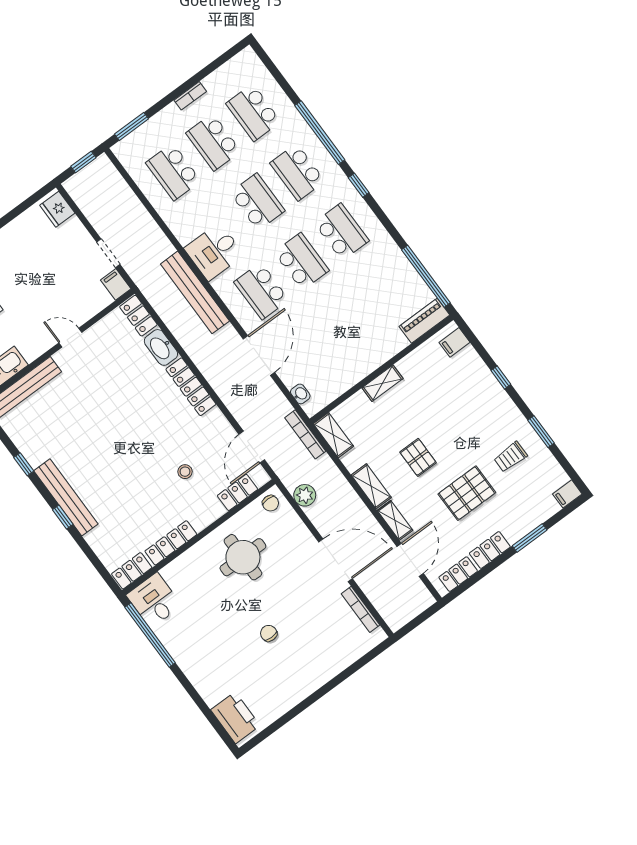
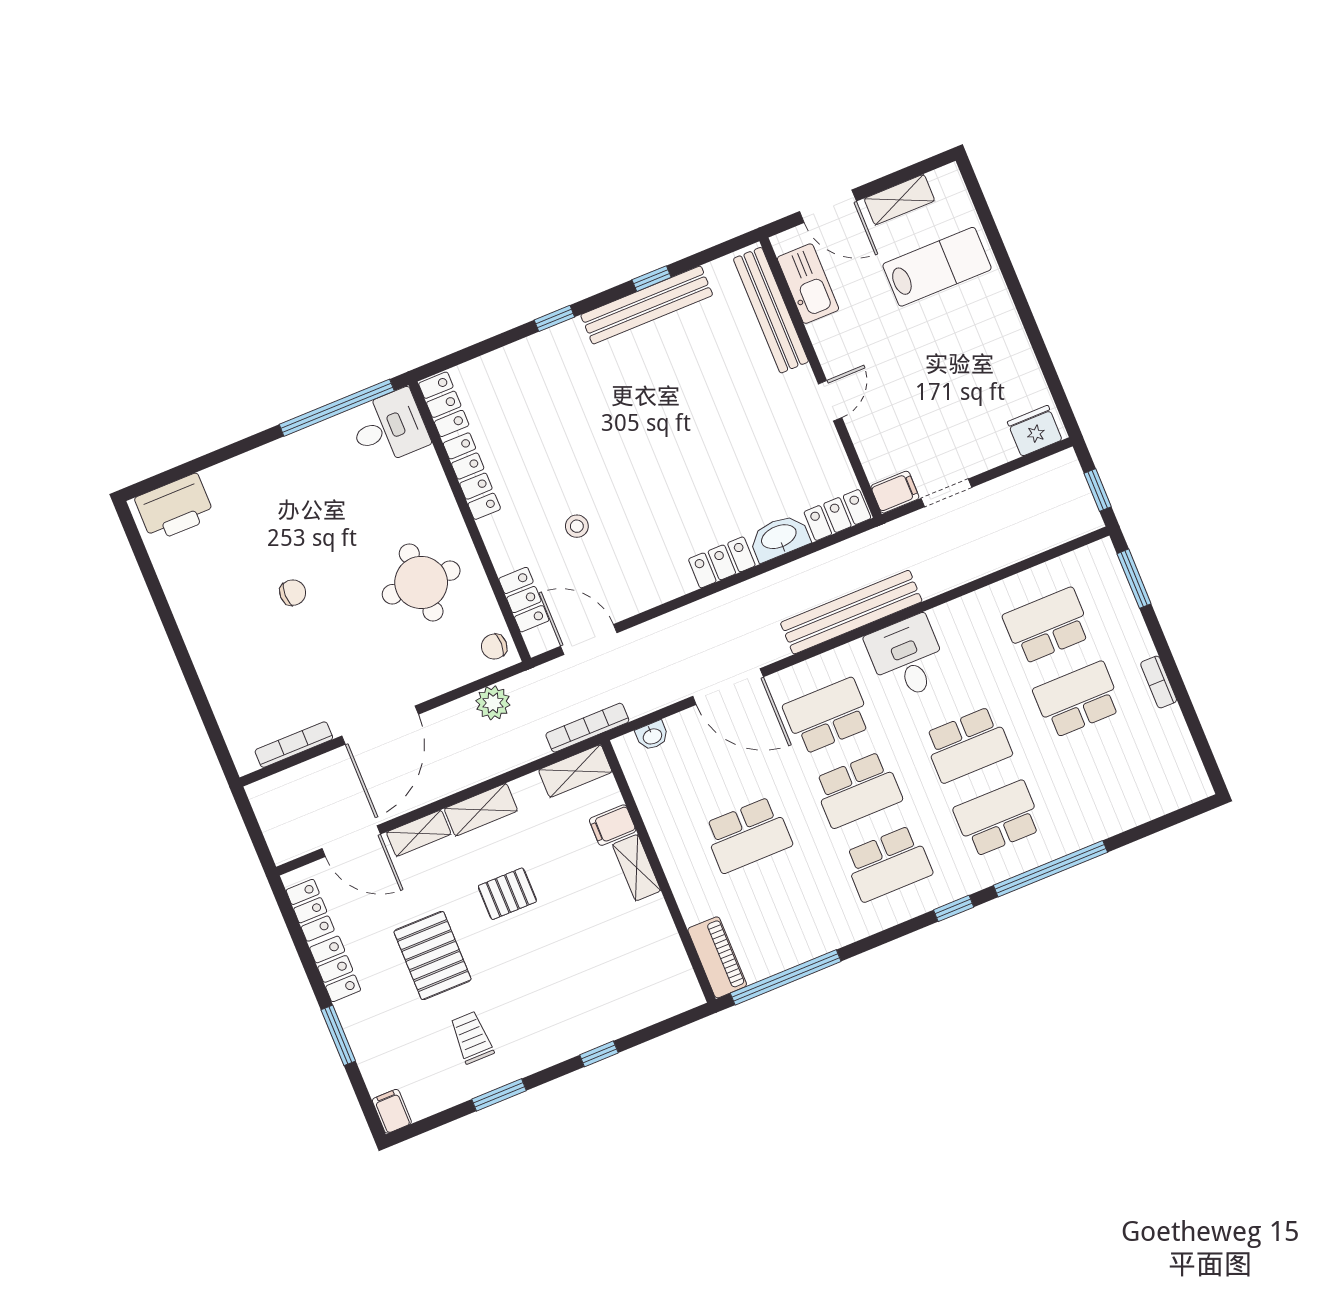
school desk: (253, 113) -> (748, 835), moved, turned 180
filing cabinet: (454, 342) -> (613, 825), moved, turned -90
locker: (191, 387) -> (722, 562), width x0.66
bench: (66, 497) -> (647, 305), moved

